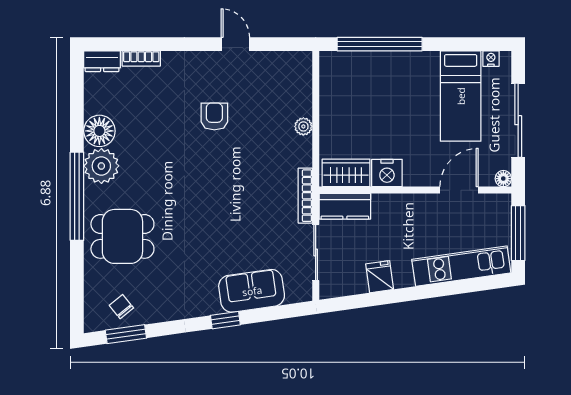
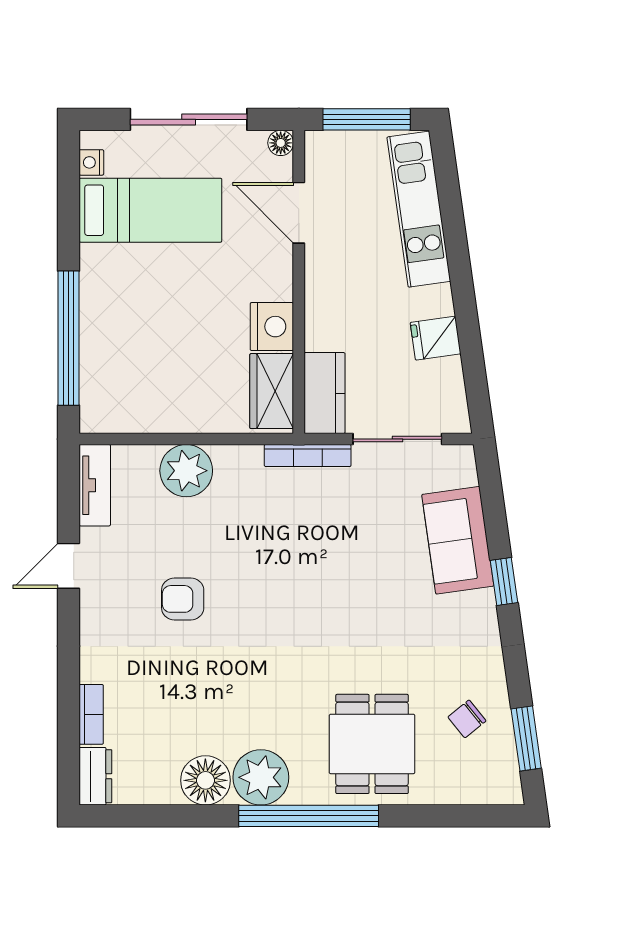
tv unit: (286, 61) -> (95, 485), added
plant: (303, 126) -> (186, 471), width x1.87, depth x1.87
chair: (121, 307) -> (467, 719), moved

